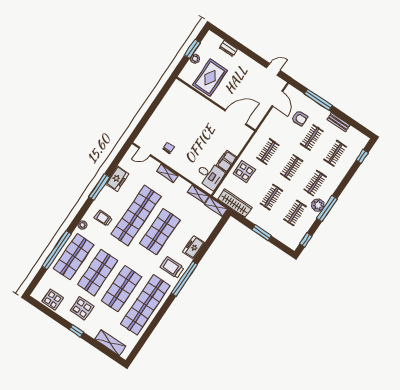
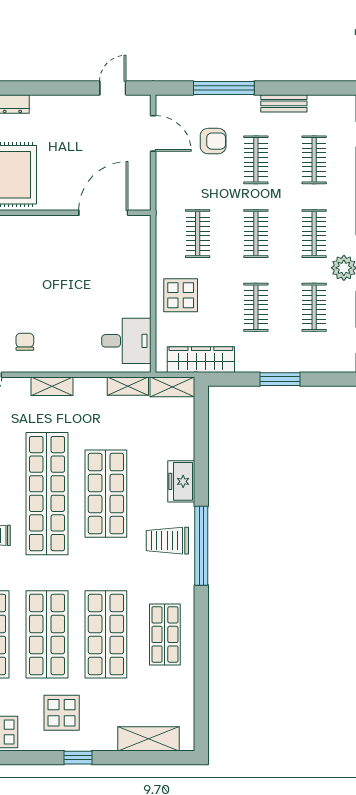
filing cabinet: (227, 161) -> (138, 297), removed
shop shelf: (145, 305) -> (165, 634), width x0.50, depth x0.74

